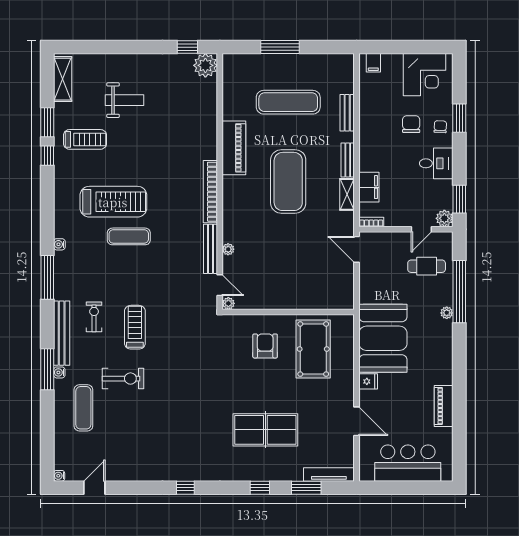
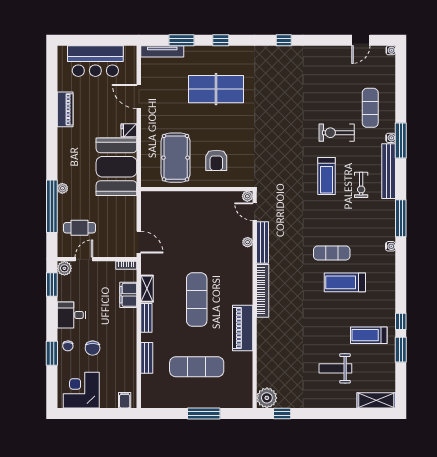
shelving: (63, 79) -> (376, 400), moved, turned 90
exercise mat: (288, 181) -> (197, 300), width x0.68
treadmill: (113, 202) -> (345, 282), width x0.73, depth x0.73

